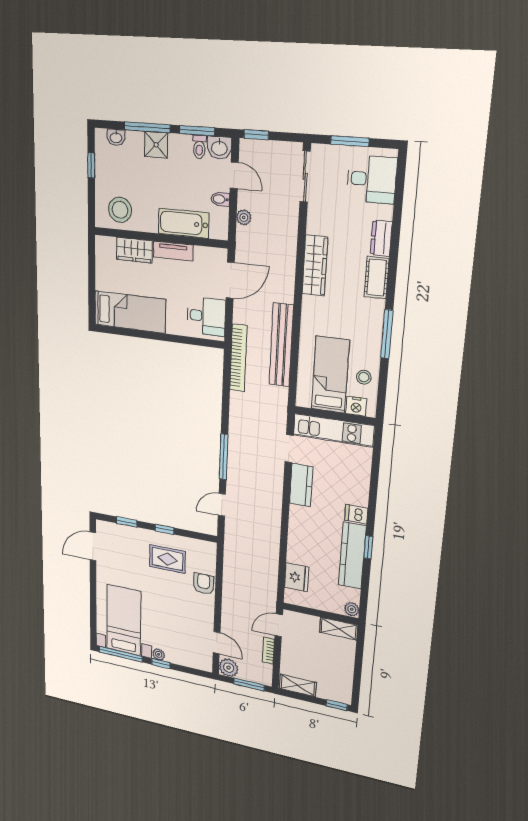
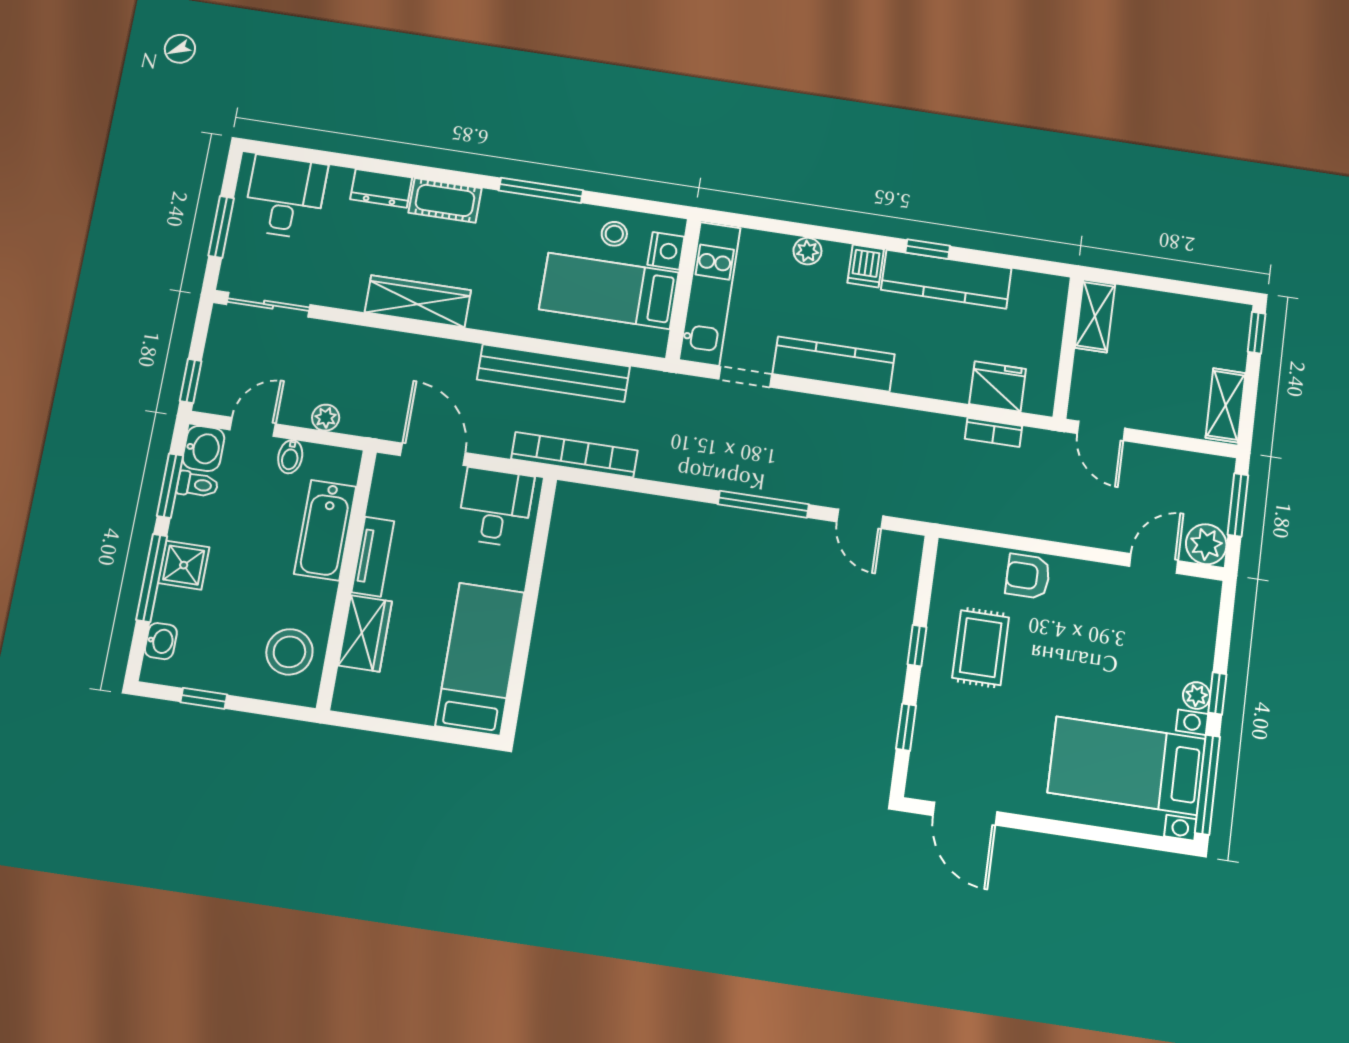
kitchen counter: (301, 485) -> (834, 364), width x1.50
plant: (352, 609) -> (807, 251), moved
bookcase: (268, 651) -> (994, 432), moved

